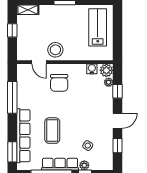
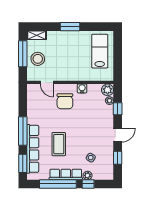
window: (12, 30) -> (23, 54), width x2.17
stool: (55, 50) -> (38, 59), moved
water cooler: (92, 69) -> (82, 88), moved
window: (12, 97) -> (23, 131), moved

